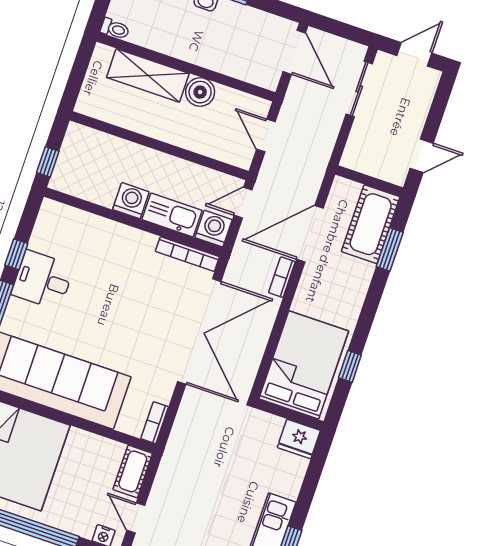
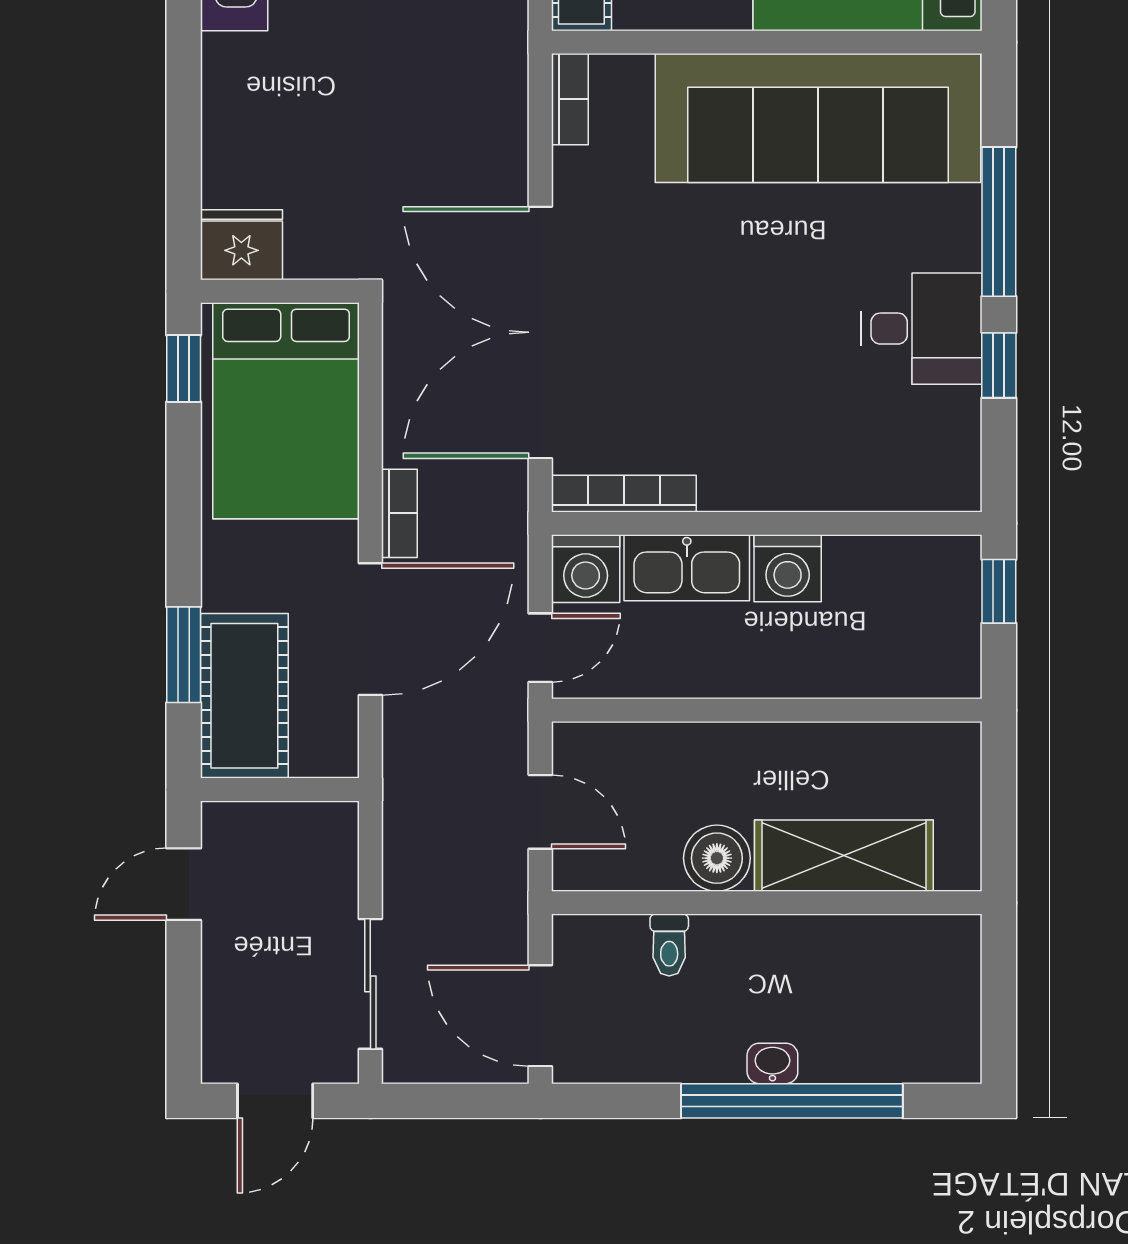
toilet: (115, 29) -> (669, 945), moved, turned -90
bed: (304, 365) -> (286, 411), moved
wall: (290, 415) -> (280, 291), moved
fridge: (299, 439) -> (241, 245), moved

